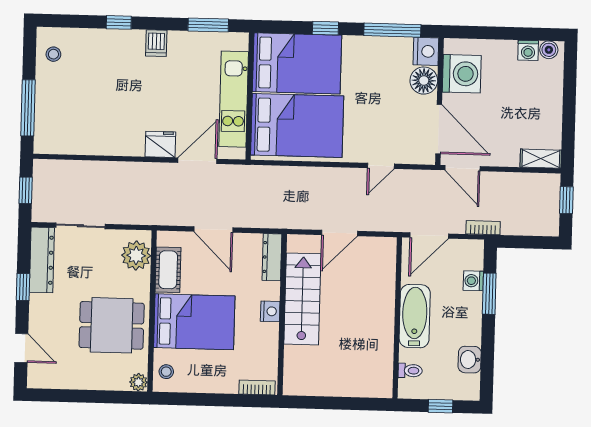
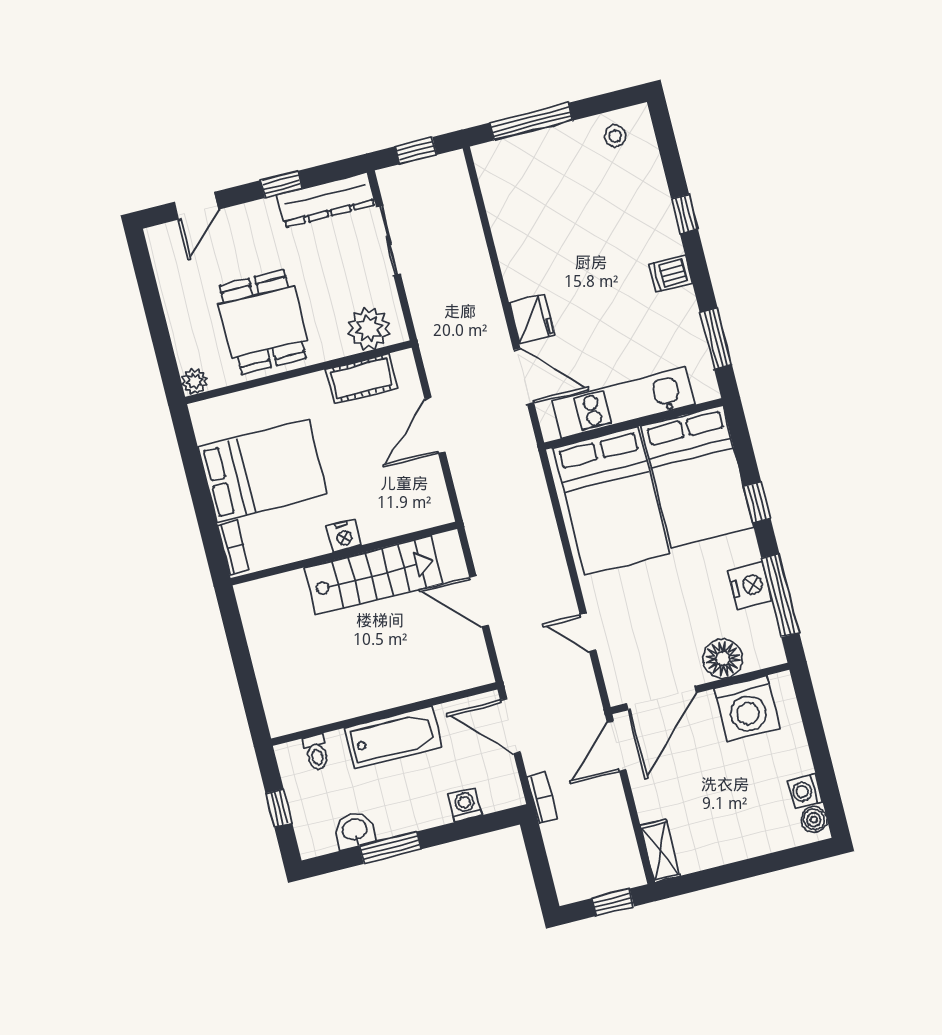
nightstand: (426, 51) -> (750, 585), moved, turned -90
dresser: (272, 257) -> (419, 517), removed
window: (489, 294) -> (390, 848), moved
bed: (194, 322) -> (263, 471), moved, turned -90
stool: (166, 372) -> (220, 415), removed

